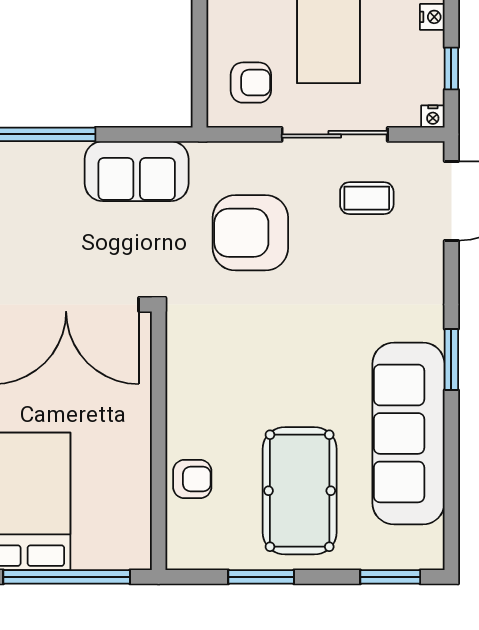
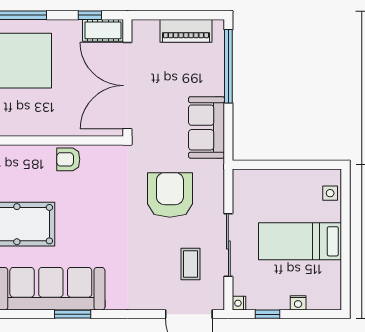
armchair: (251, 83) -> (259, 195), removed
window: (451, 359) -> (73, 314), moved
armchair: (192, 479) -> (68, 159), moved, turned 90

